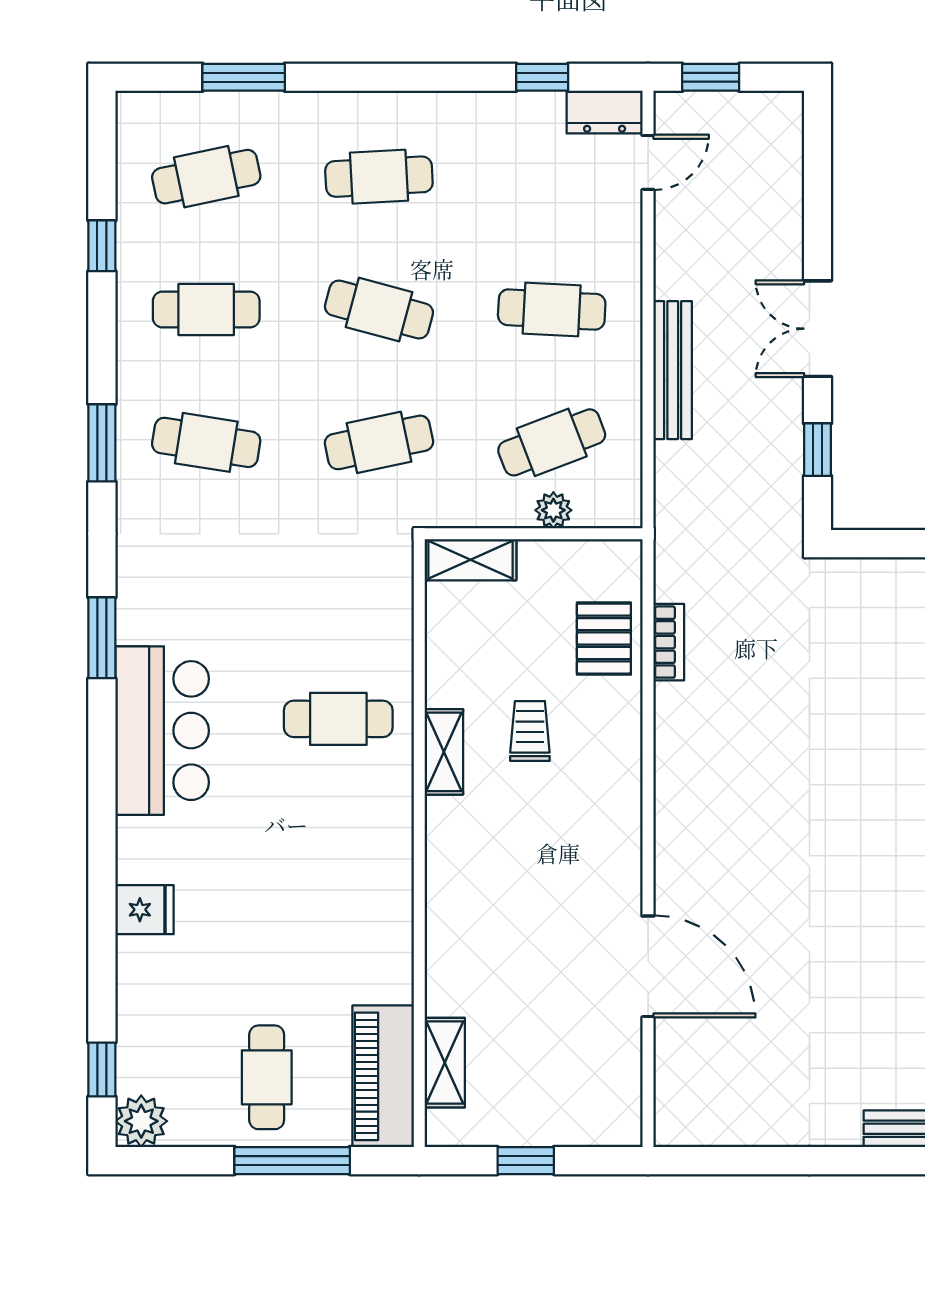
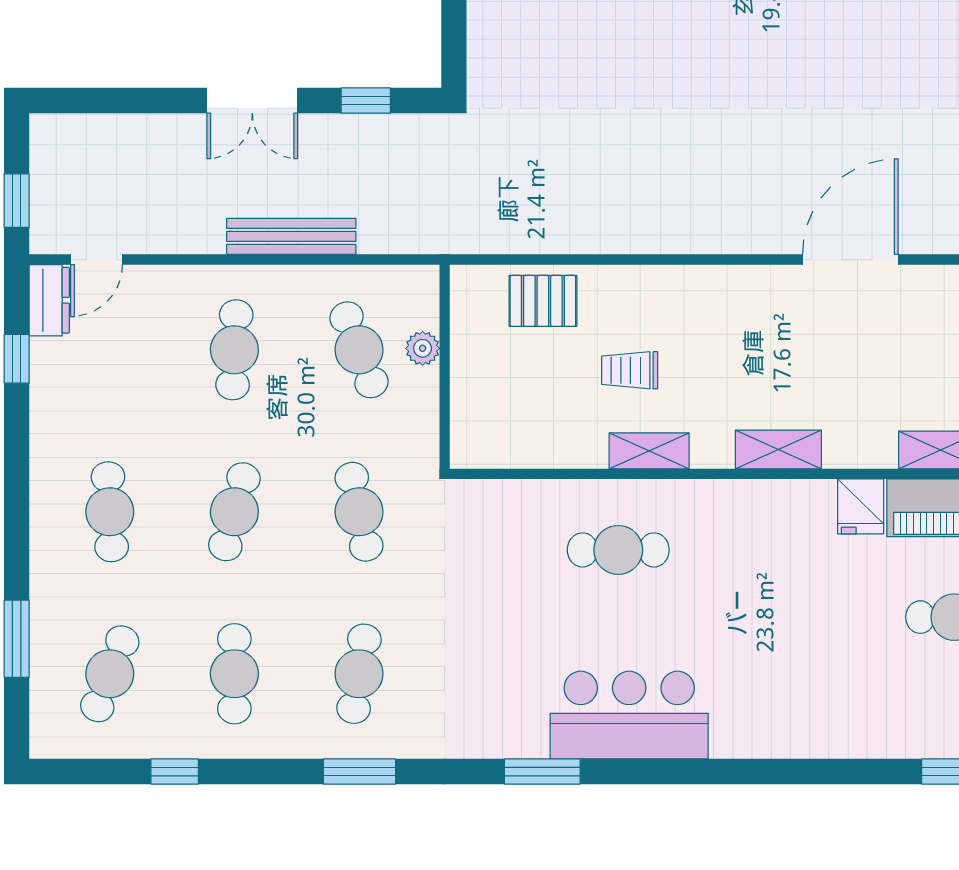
door: (648, 162) -> (96, 260), swing flipped
cafe table: (206, 177) -> (110, 674), turned 33
shelving: (471, 560) -> (778, 450), moved, turned 90
bookcase: (669, 642) -> (546, 240), removed
cafe table: (338, 719) -> (618, 550), turned 90
fridge: (145, 910) -> (861, 506), moved, turned 180

